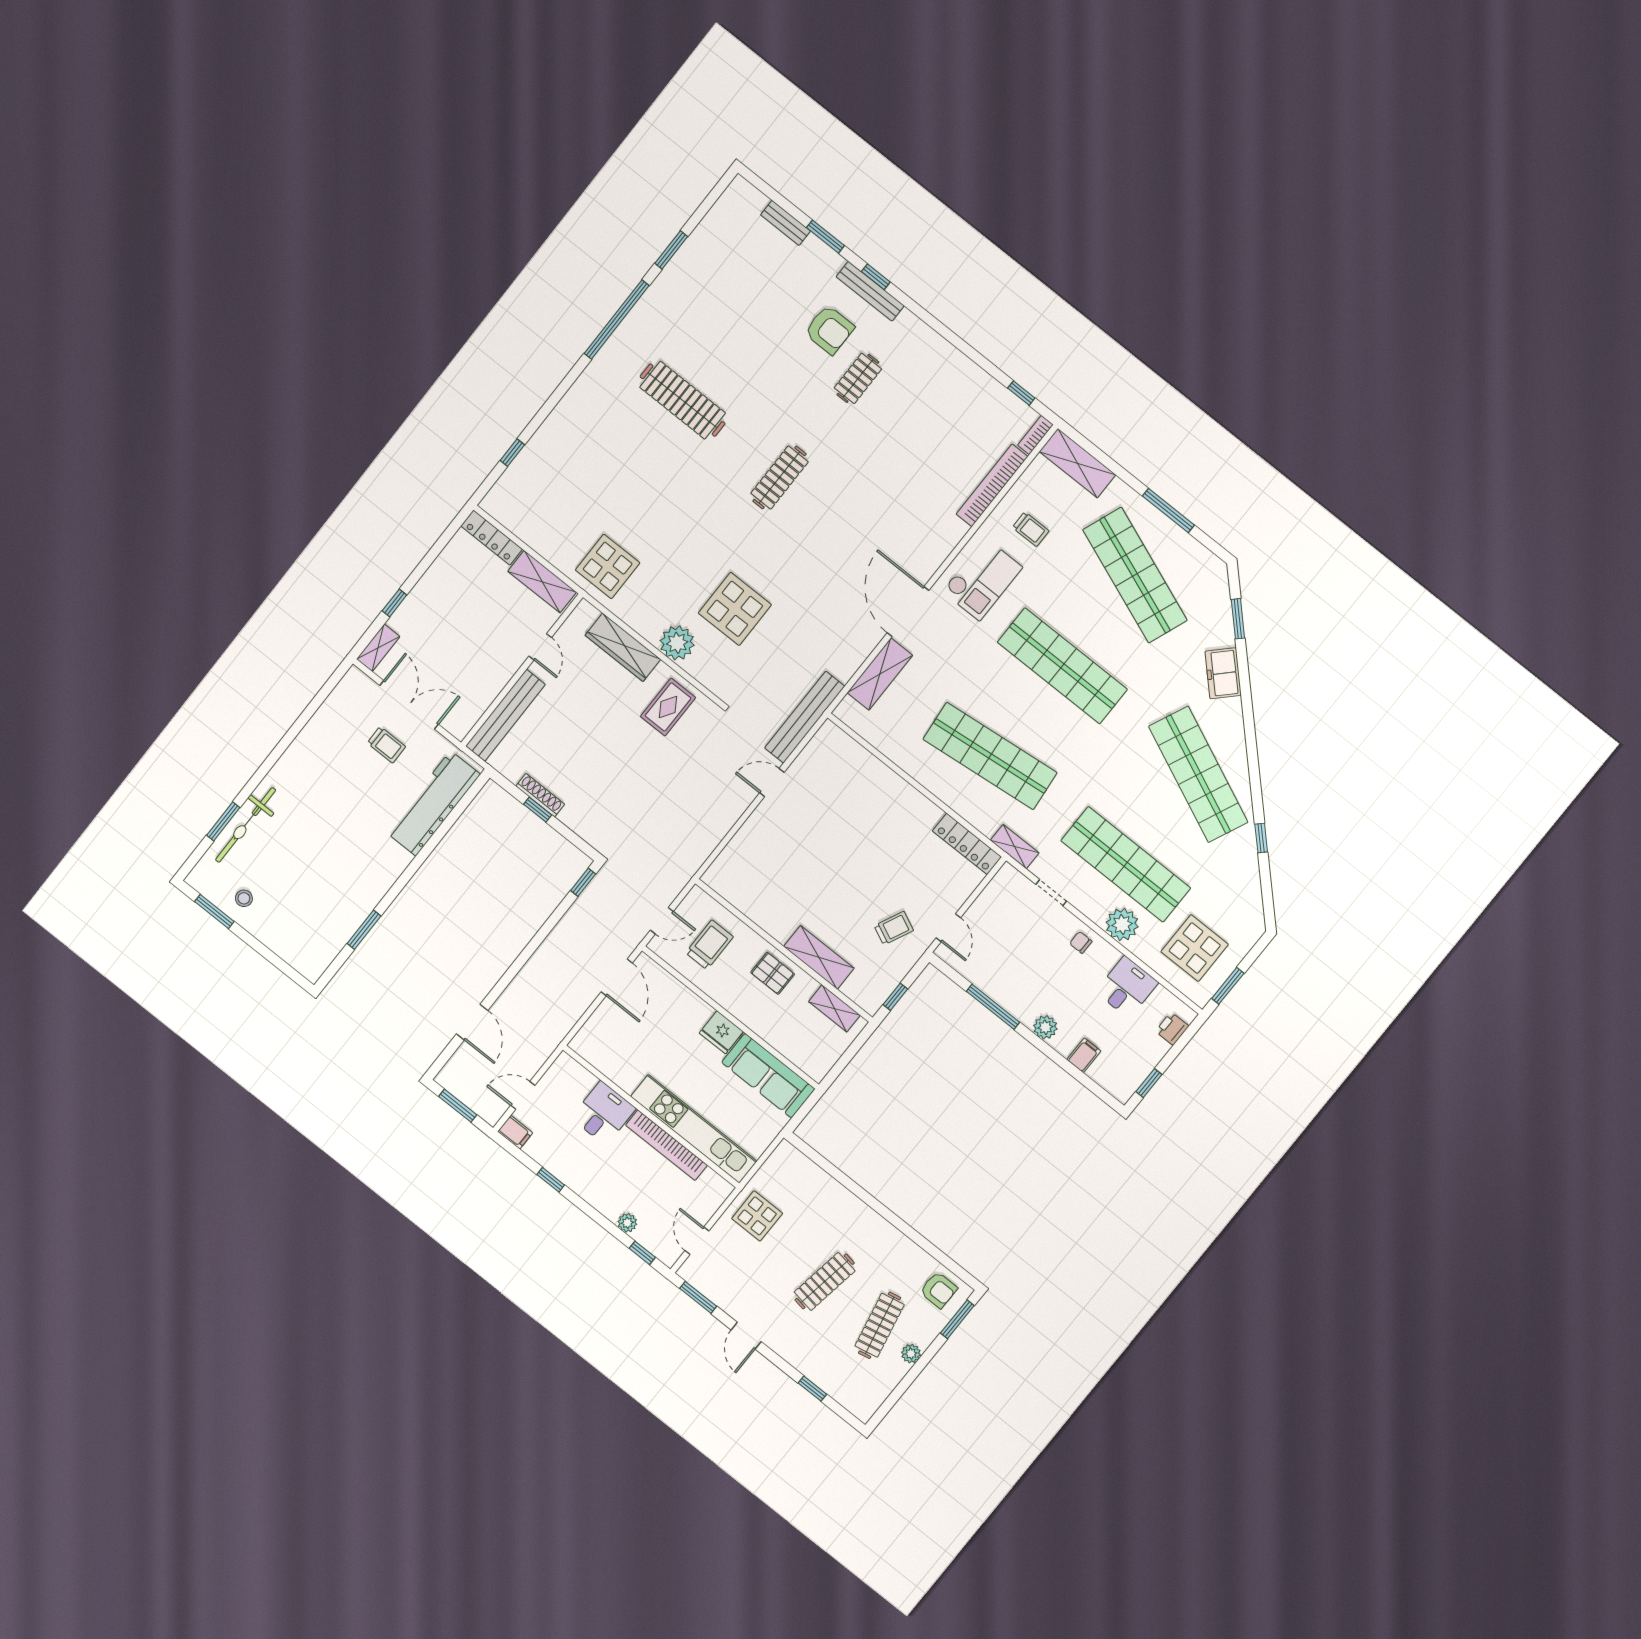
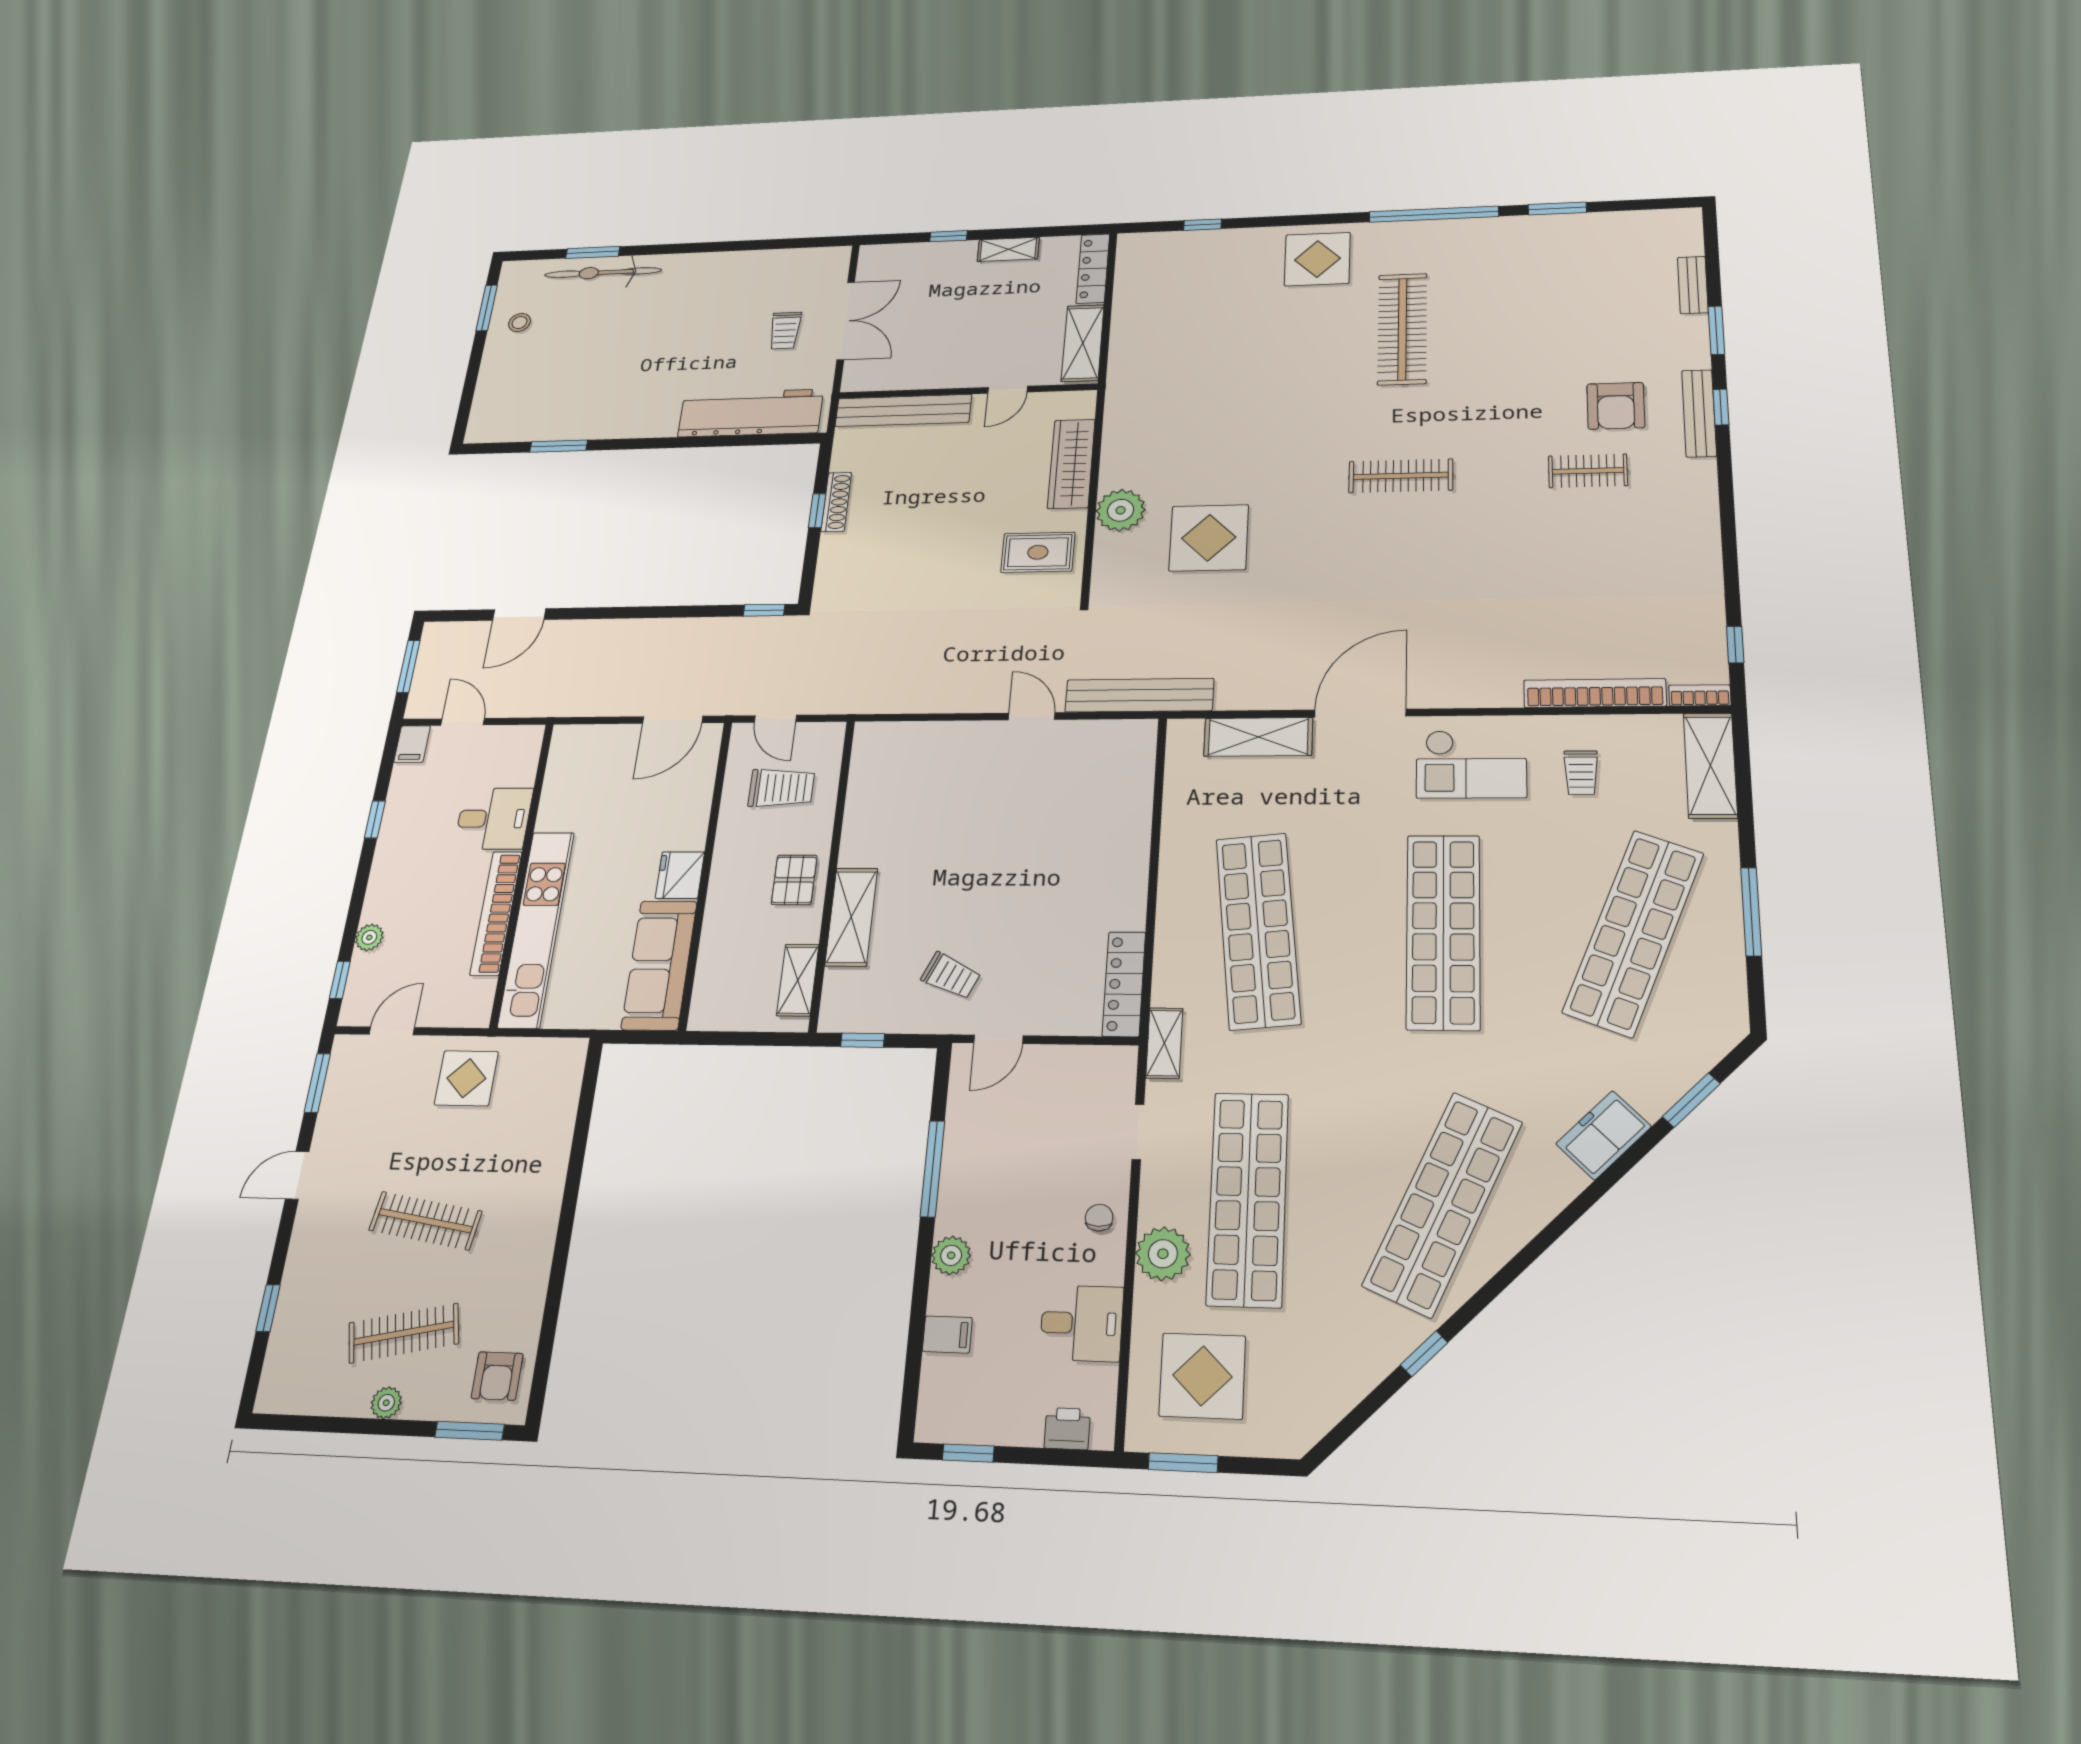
display table: (608, 566) -> (1317, 259), moved
shelving: (378, 648) -> (1008, 249), moved

